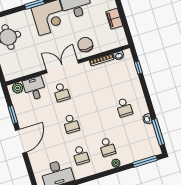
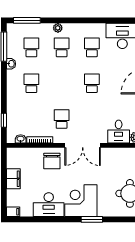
school desk: (61, 92) -> (62, 119), moved
school desk: (134, 139) -> (31, 47), added

